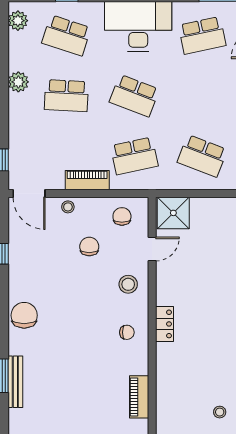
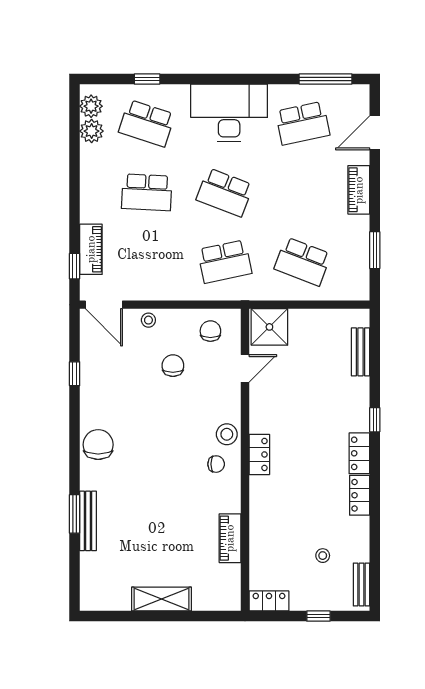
plant: (18, 82) -> (92, 131), moved
piano: (87, 180) -> (91, 249), moved, turned 90
stool: (128, 284) -> (227, 434), moved

